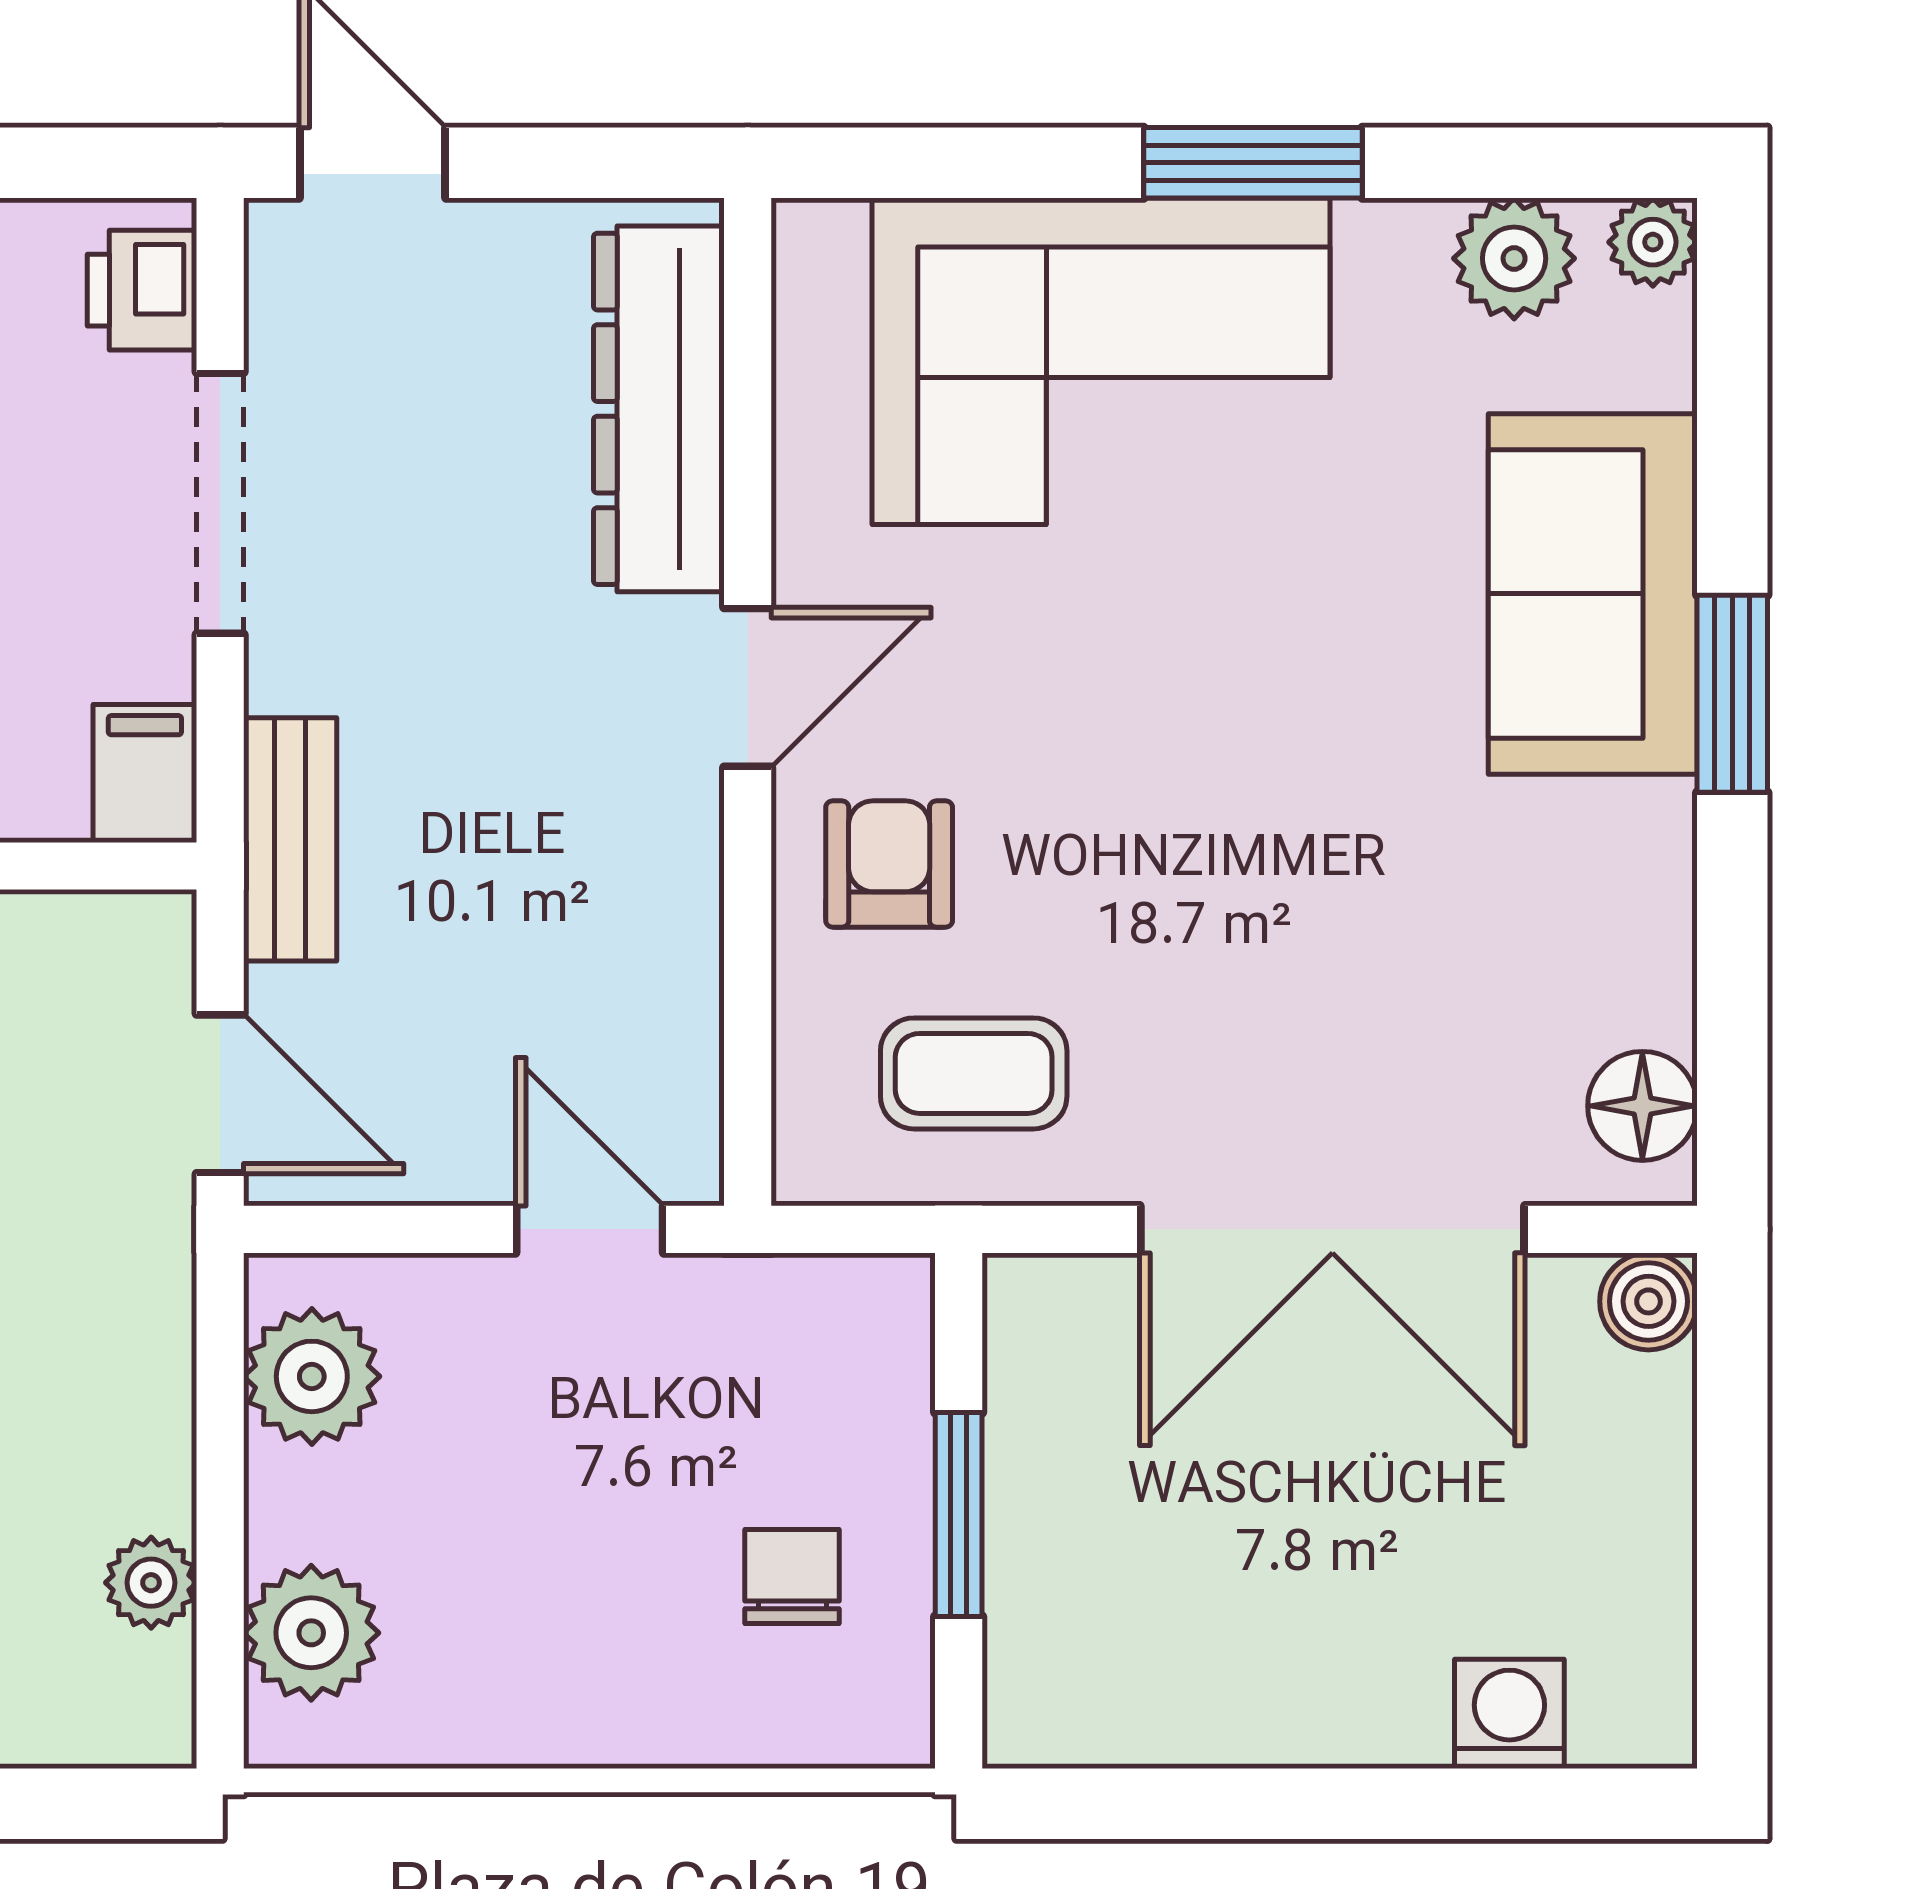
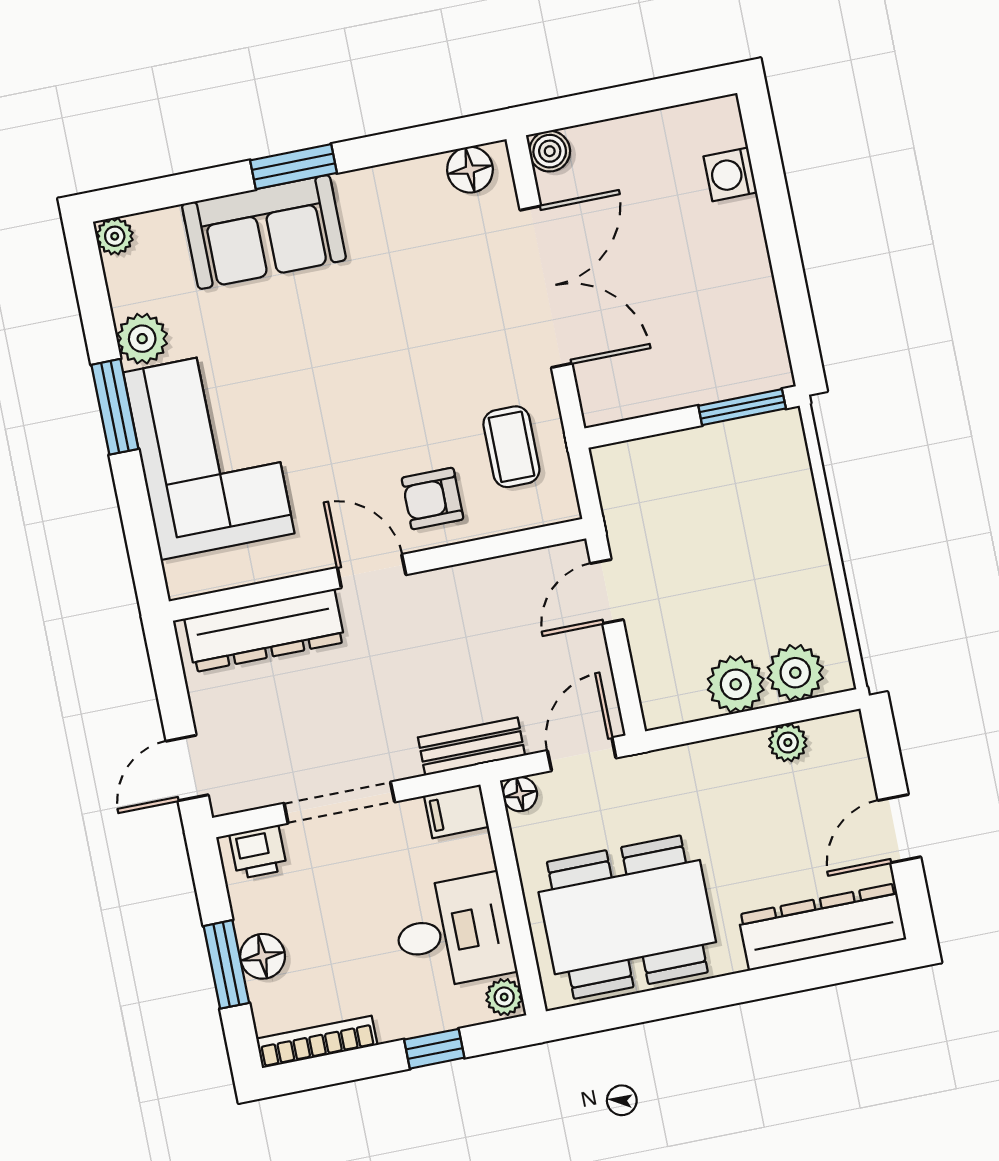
plant: (1514, 258) -> (142, 339), moved
floor lamp: (156, 930) -> (520, 794), added
plant: (312, 1376) -> (736, 684), moved
window: (959, 1514) -> (742, 407), moved
chair: (792, 1577) -> (733, 480), removed

